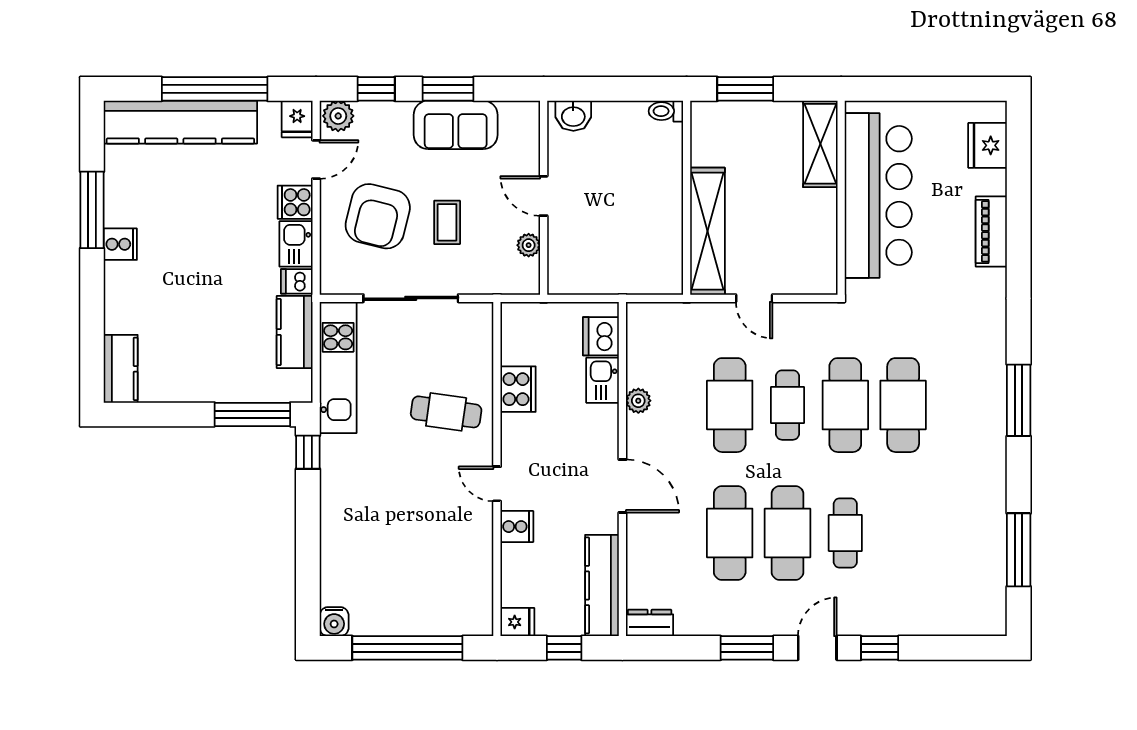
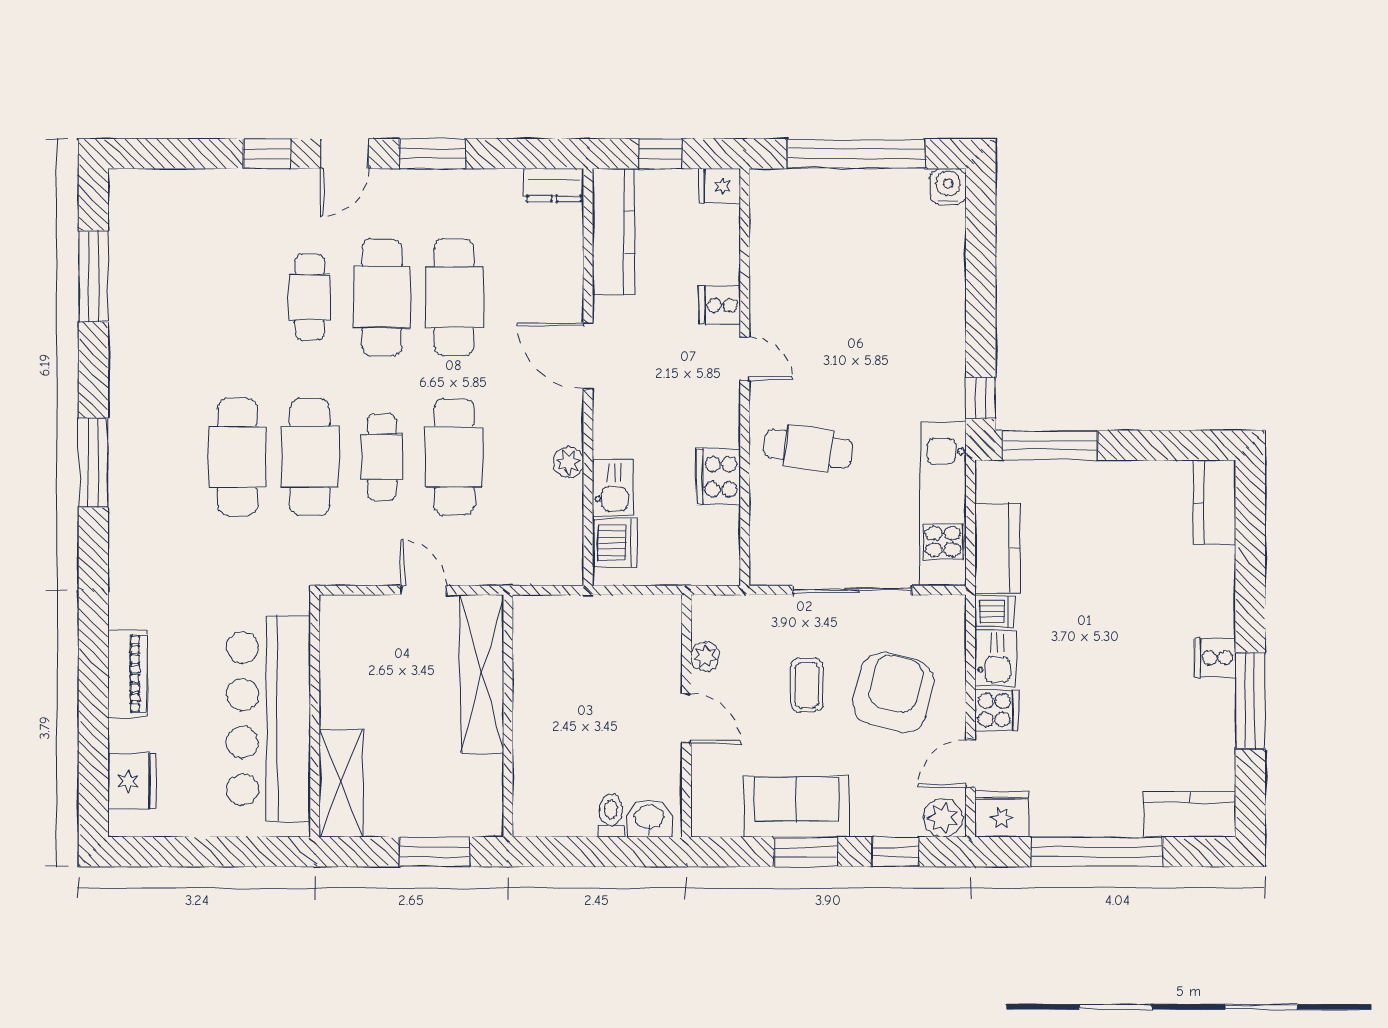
toilet: (666, 111) -> (611, 816), moved, turned -90
fridge: (297, 119) -> (1002, 814), width x1.38
kitchen counter: (180, 122) -> (1190, 814), width x0.48, depth x0.86

